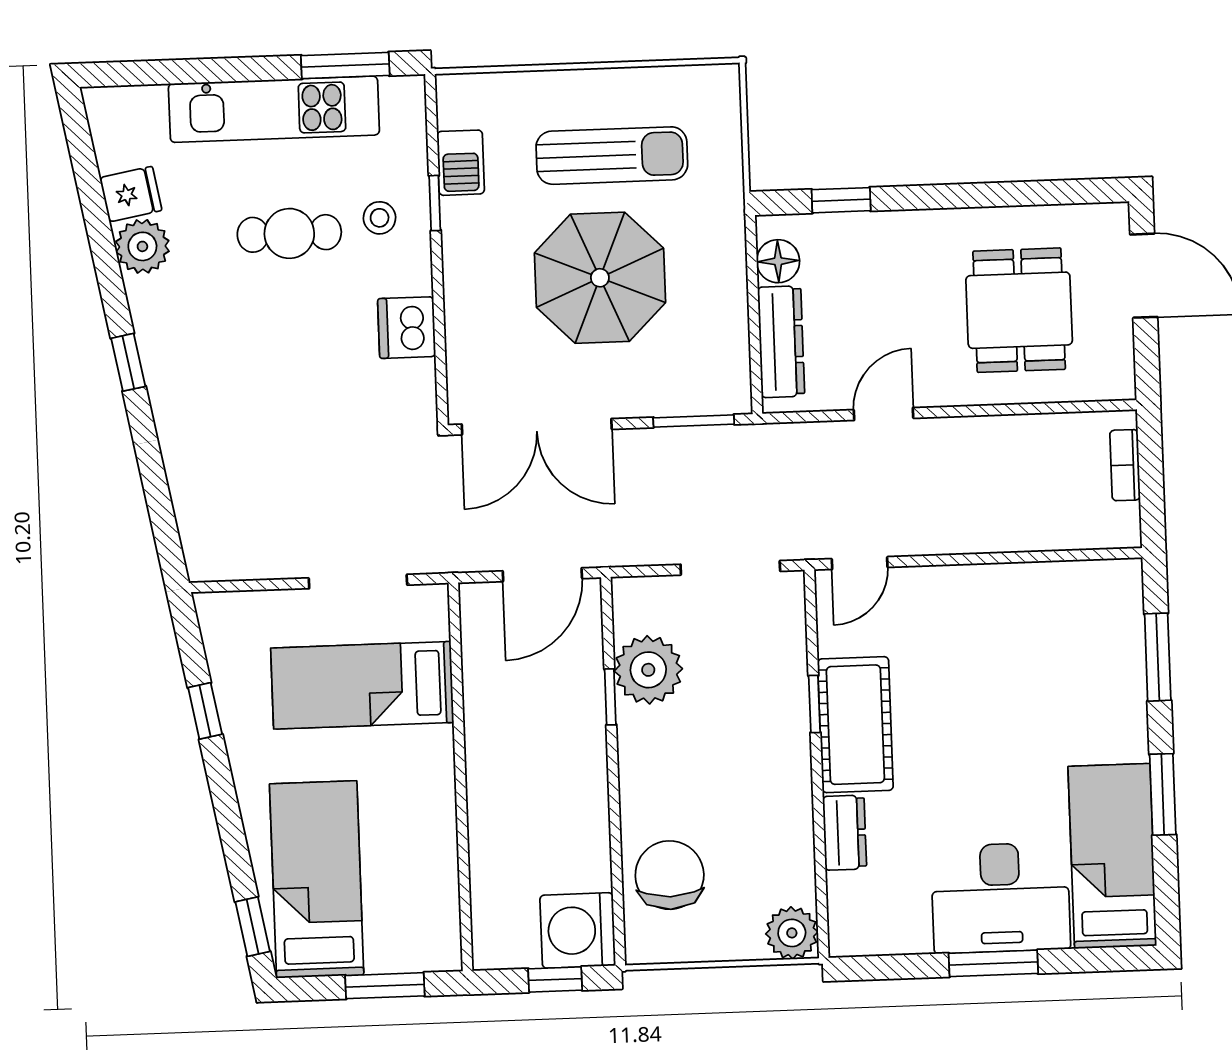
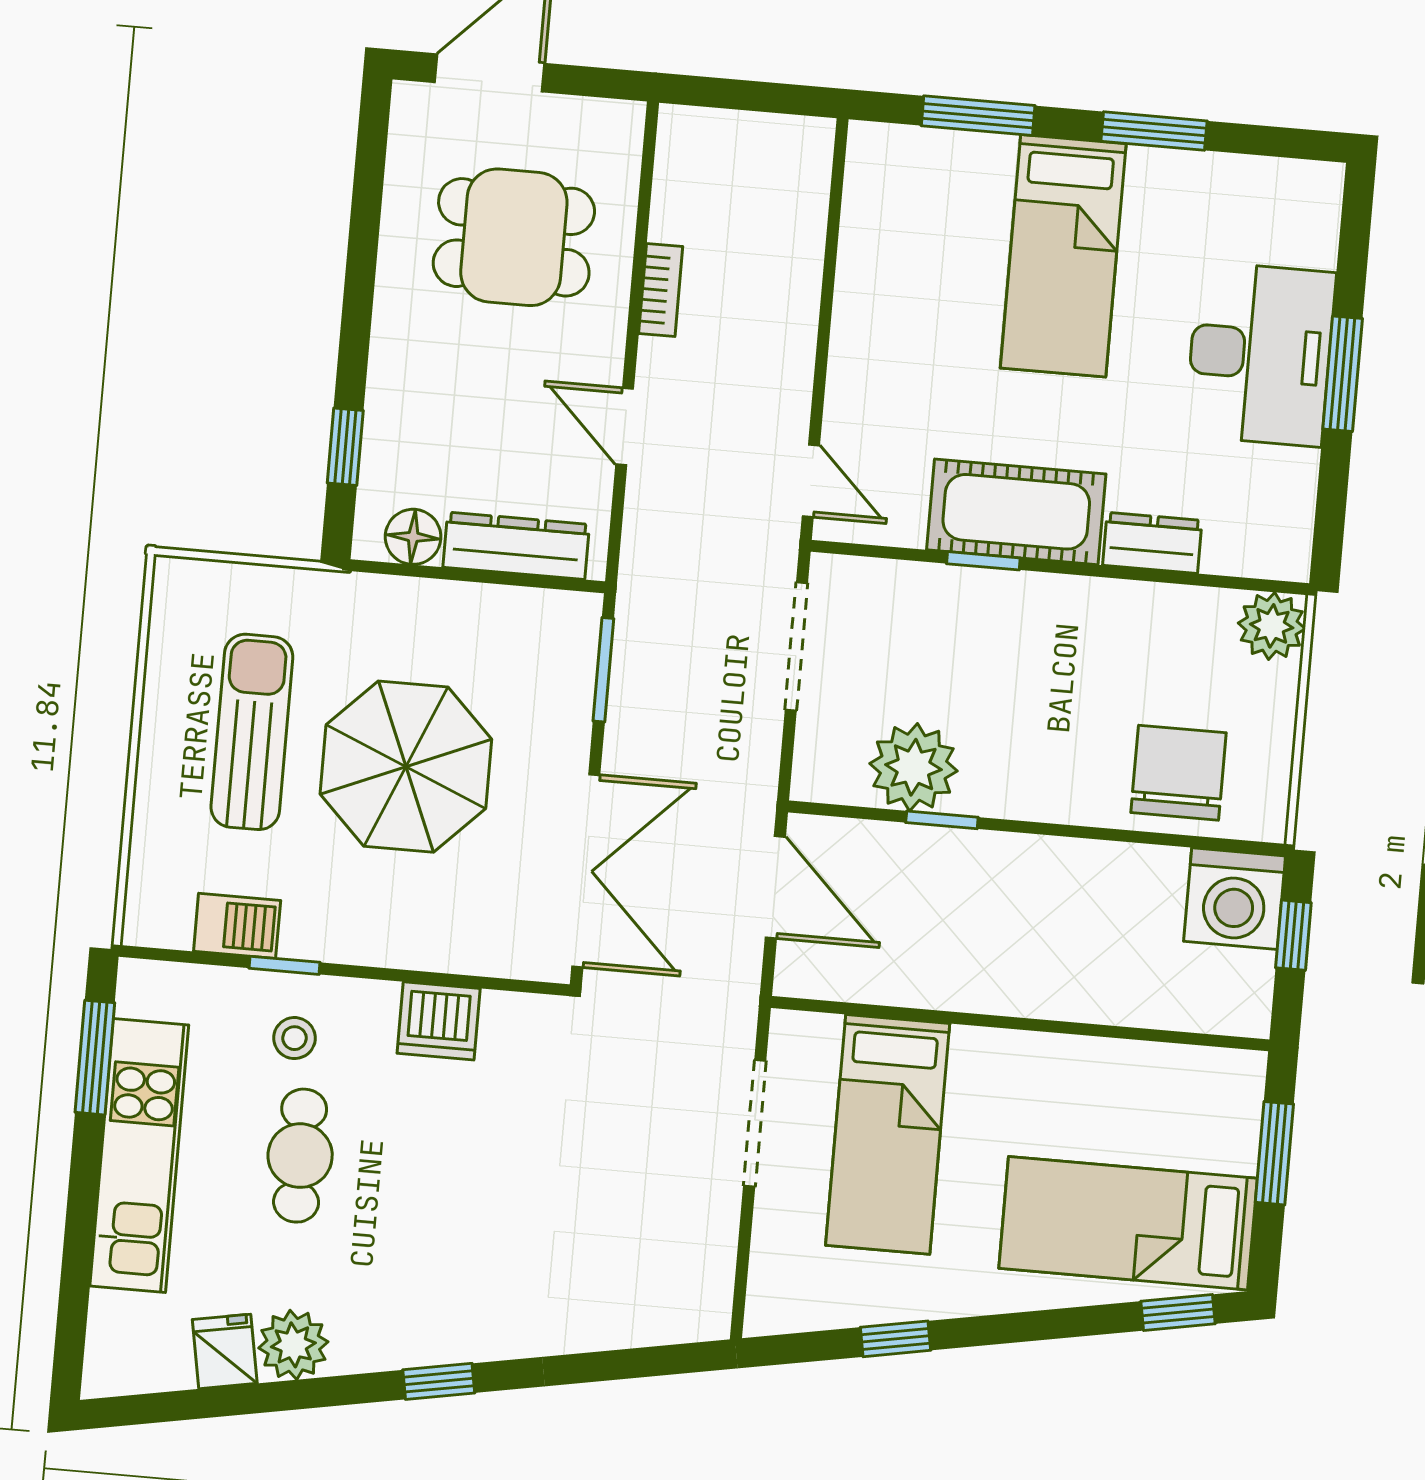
bookcase: (1125, 465) -> (661, 290), moved, turned -90
bed: (1112, 856) -> (1063, 256), moved, turned -90
chair: (670, 875) -> (1179, 773), turned 90

